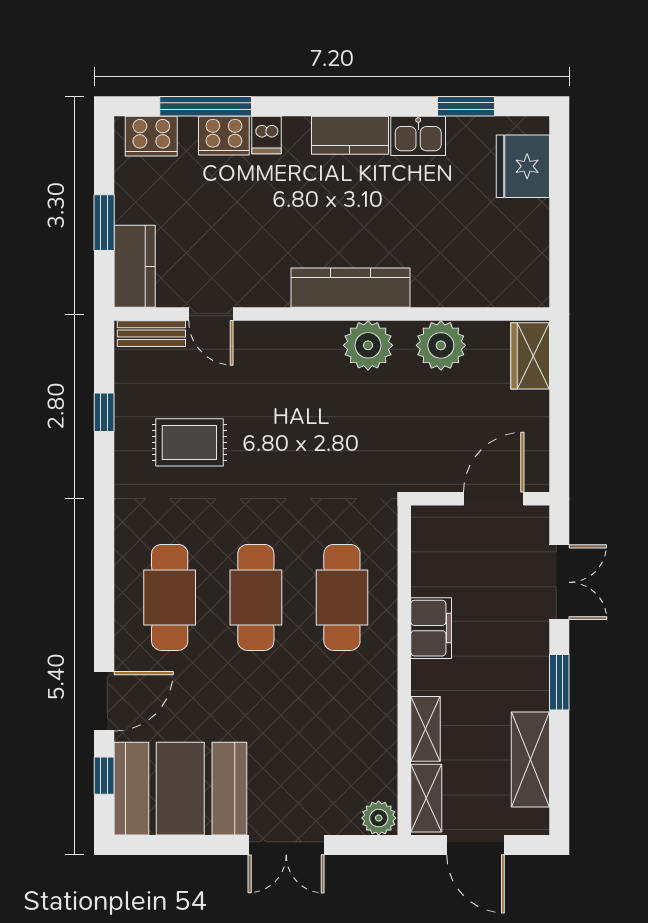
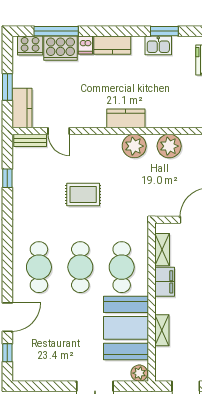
window: (466, 106) -> (164, 31), moved
kitchen counter: (350, 135) -> (112, 45), moved
cooker: (224, 136) -> (60, 48), width x1.37, depth x1.31
kitchen counter: (351, 288) -> (126, 118), width x0.67
rug: (189, 442) -> (83, 194), moved
booth: (180, 789) -> (126, 328), moved, turned 90
shelving: (426, 798) -> (162, 250), moved

